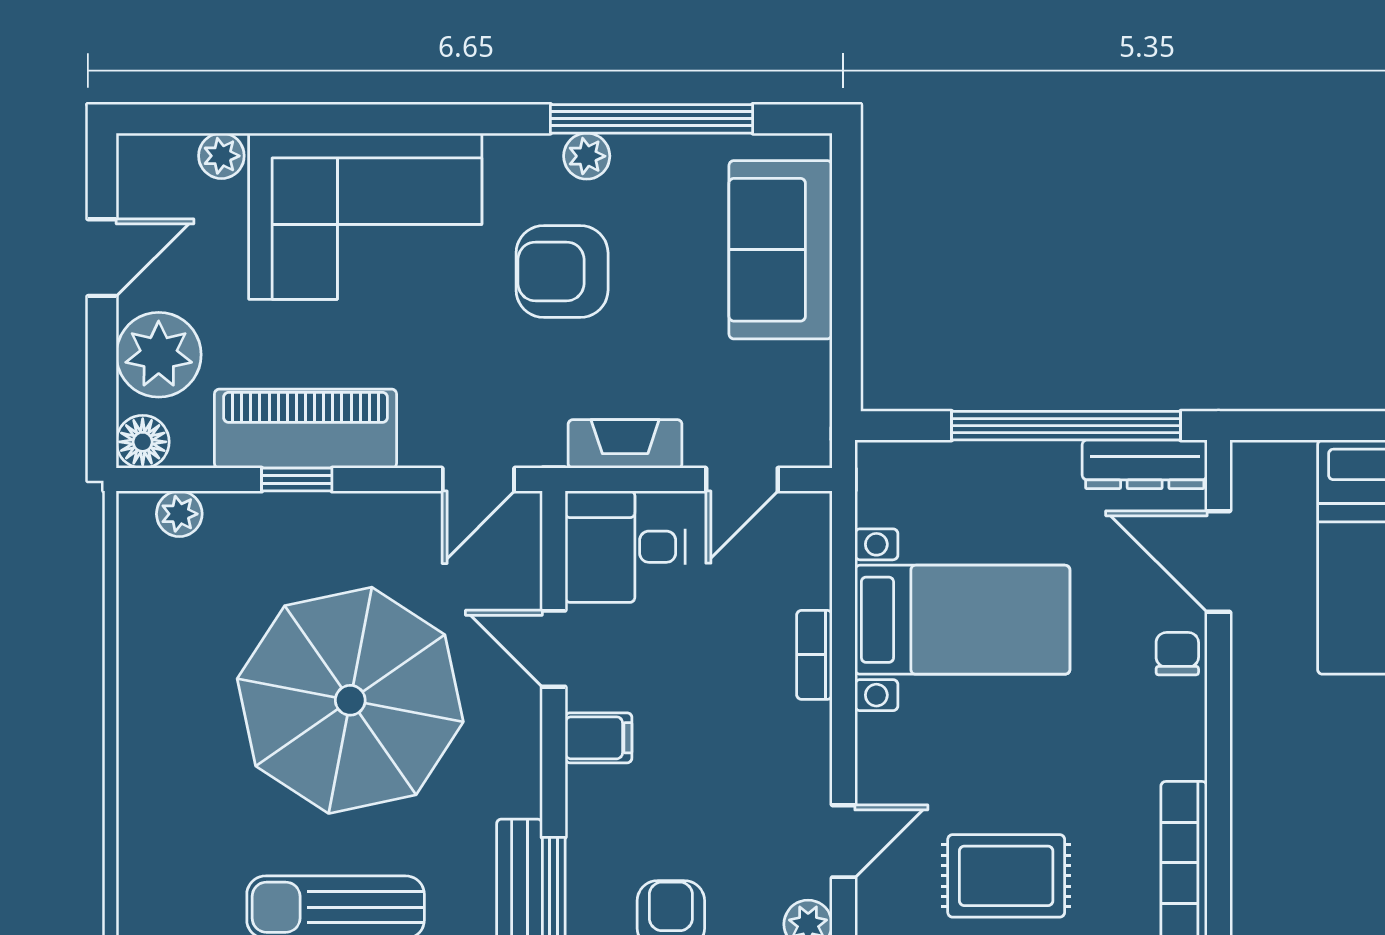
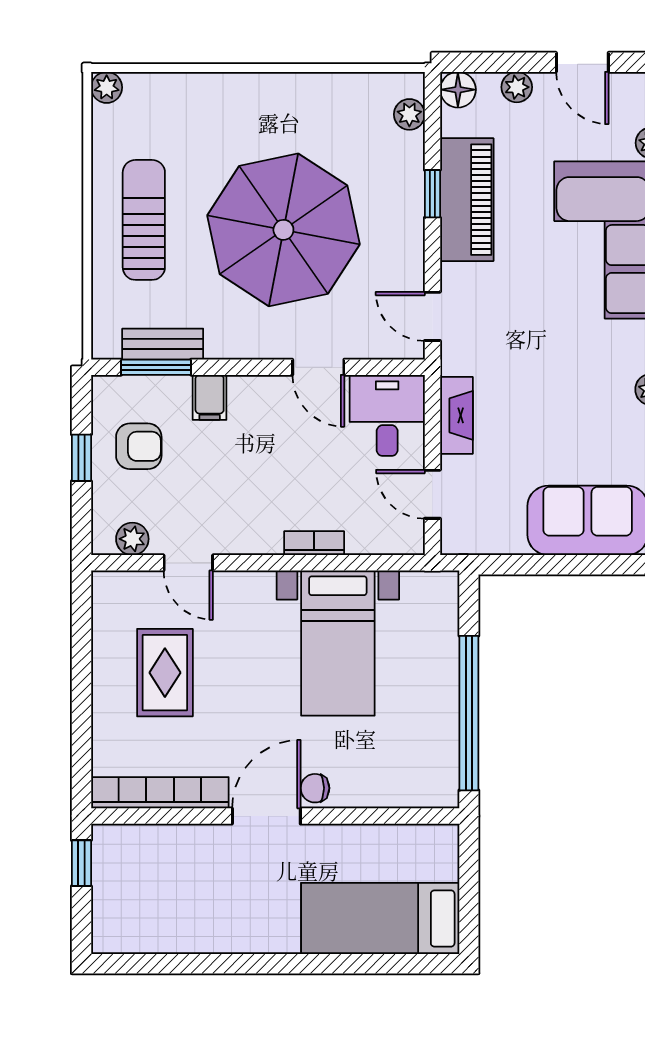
armchair: (562, 271) -> (573, 373), removed
plant: (159, 355) -> (517, 87), width x0.53, depth x0.53
dresser: (1145, 464) -> (443, 766), removed
door: (1219, 561) -> (266, 816), moved
door: (554, 649) -> (318, 367), swing flipped
chair: (1177, 654) -> (315, 788), turned 180
filing cabinet: (598, 738) -> (210, 397), moved

